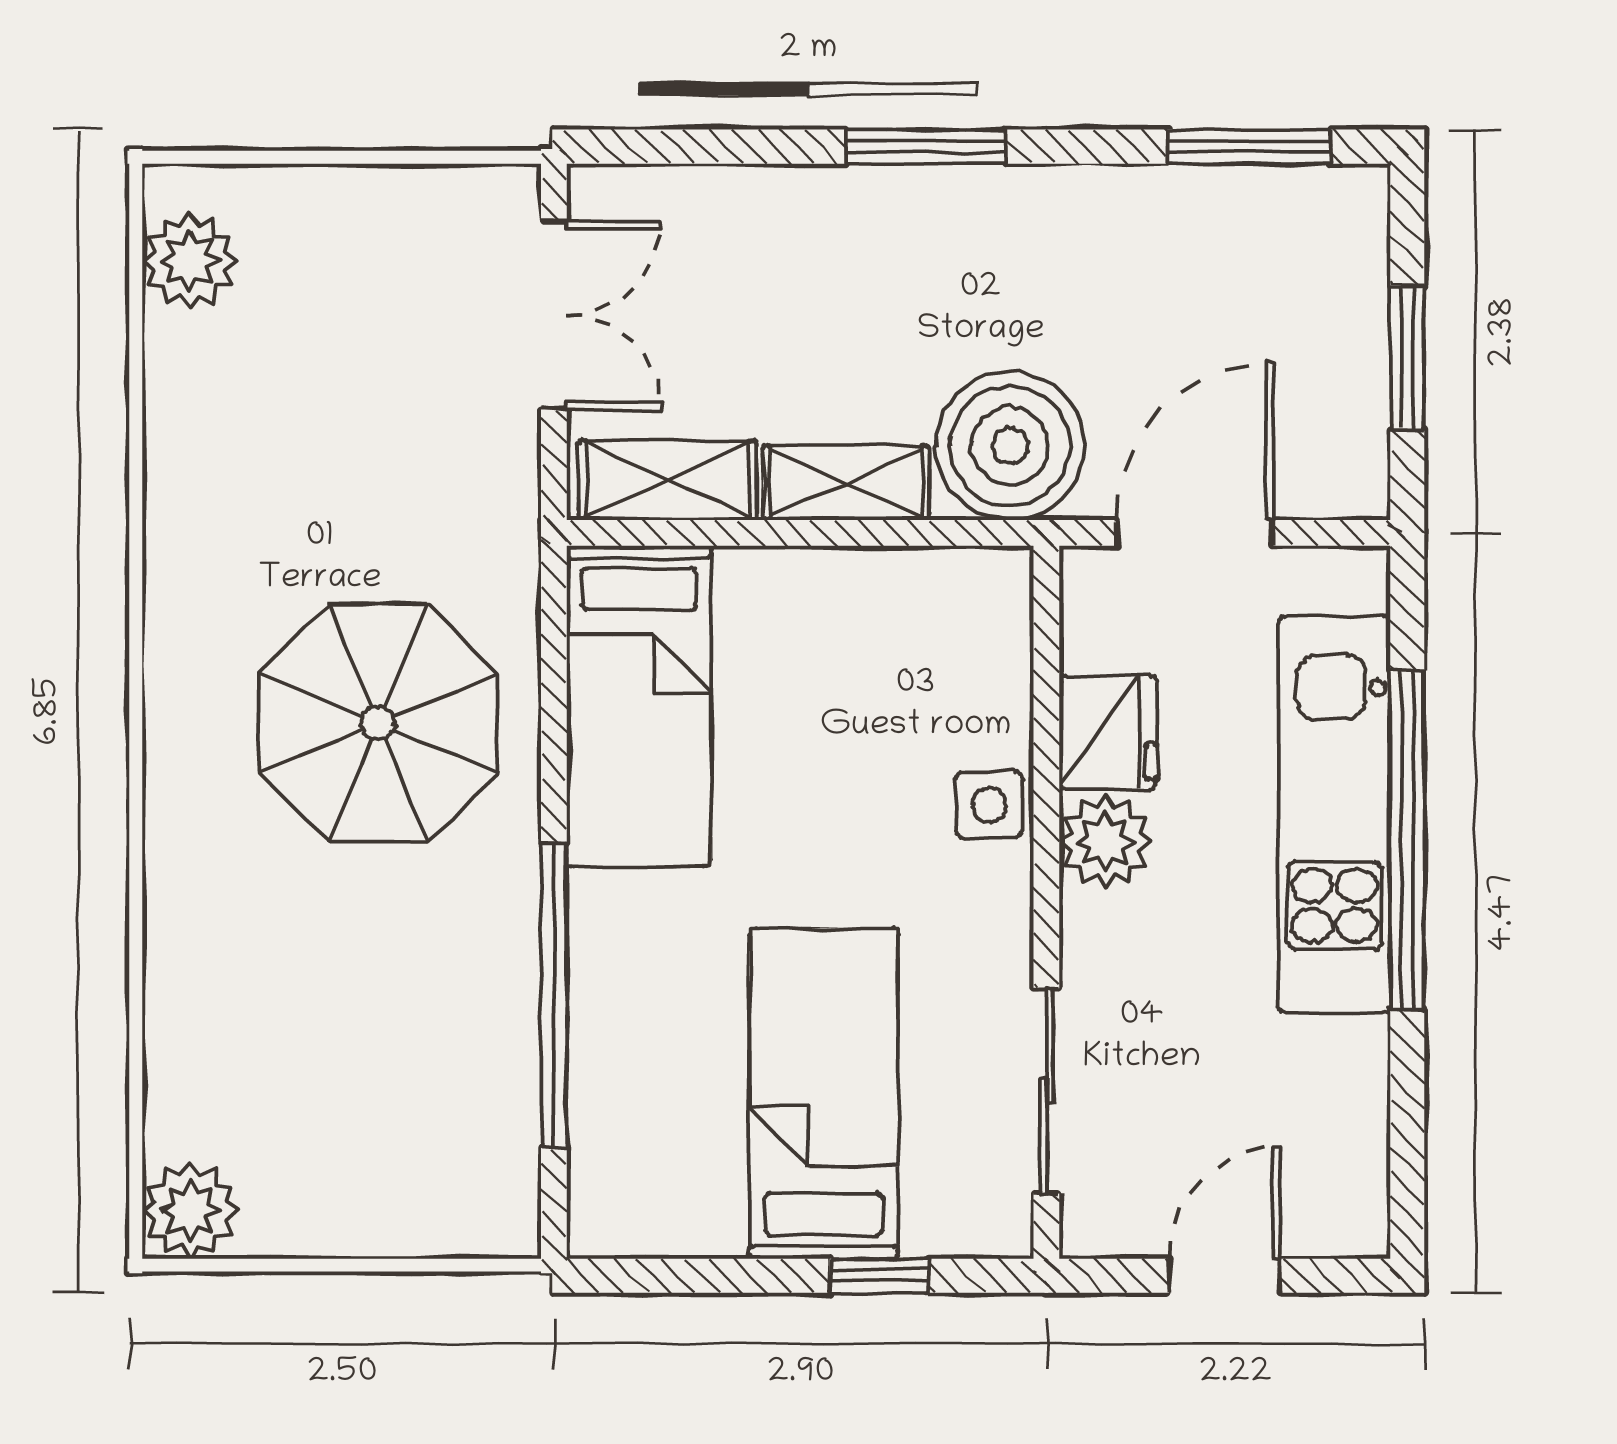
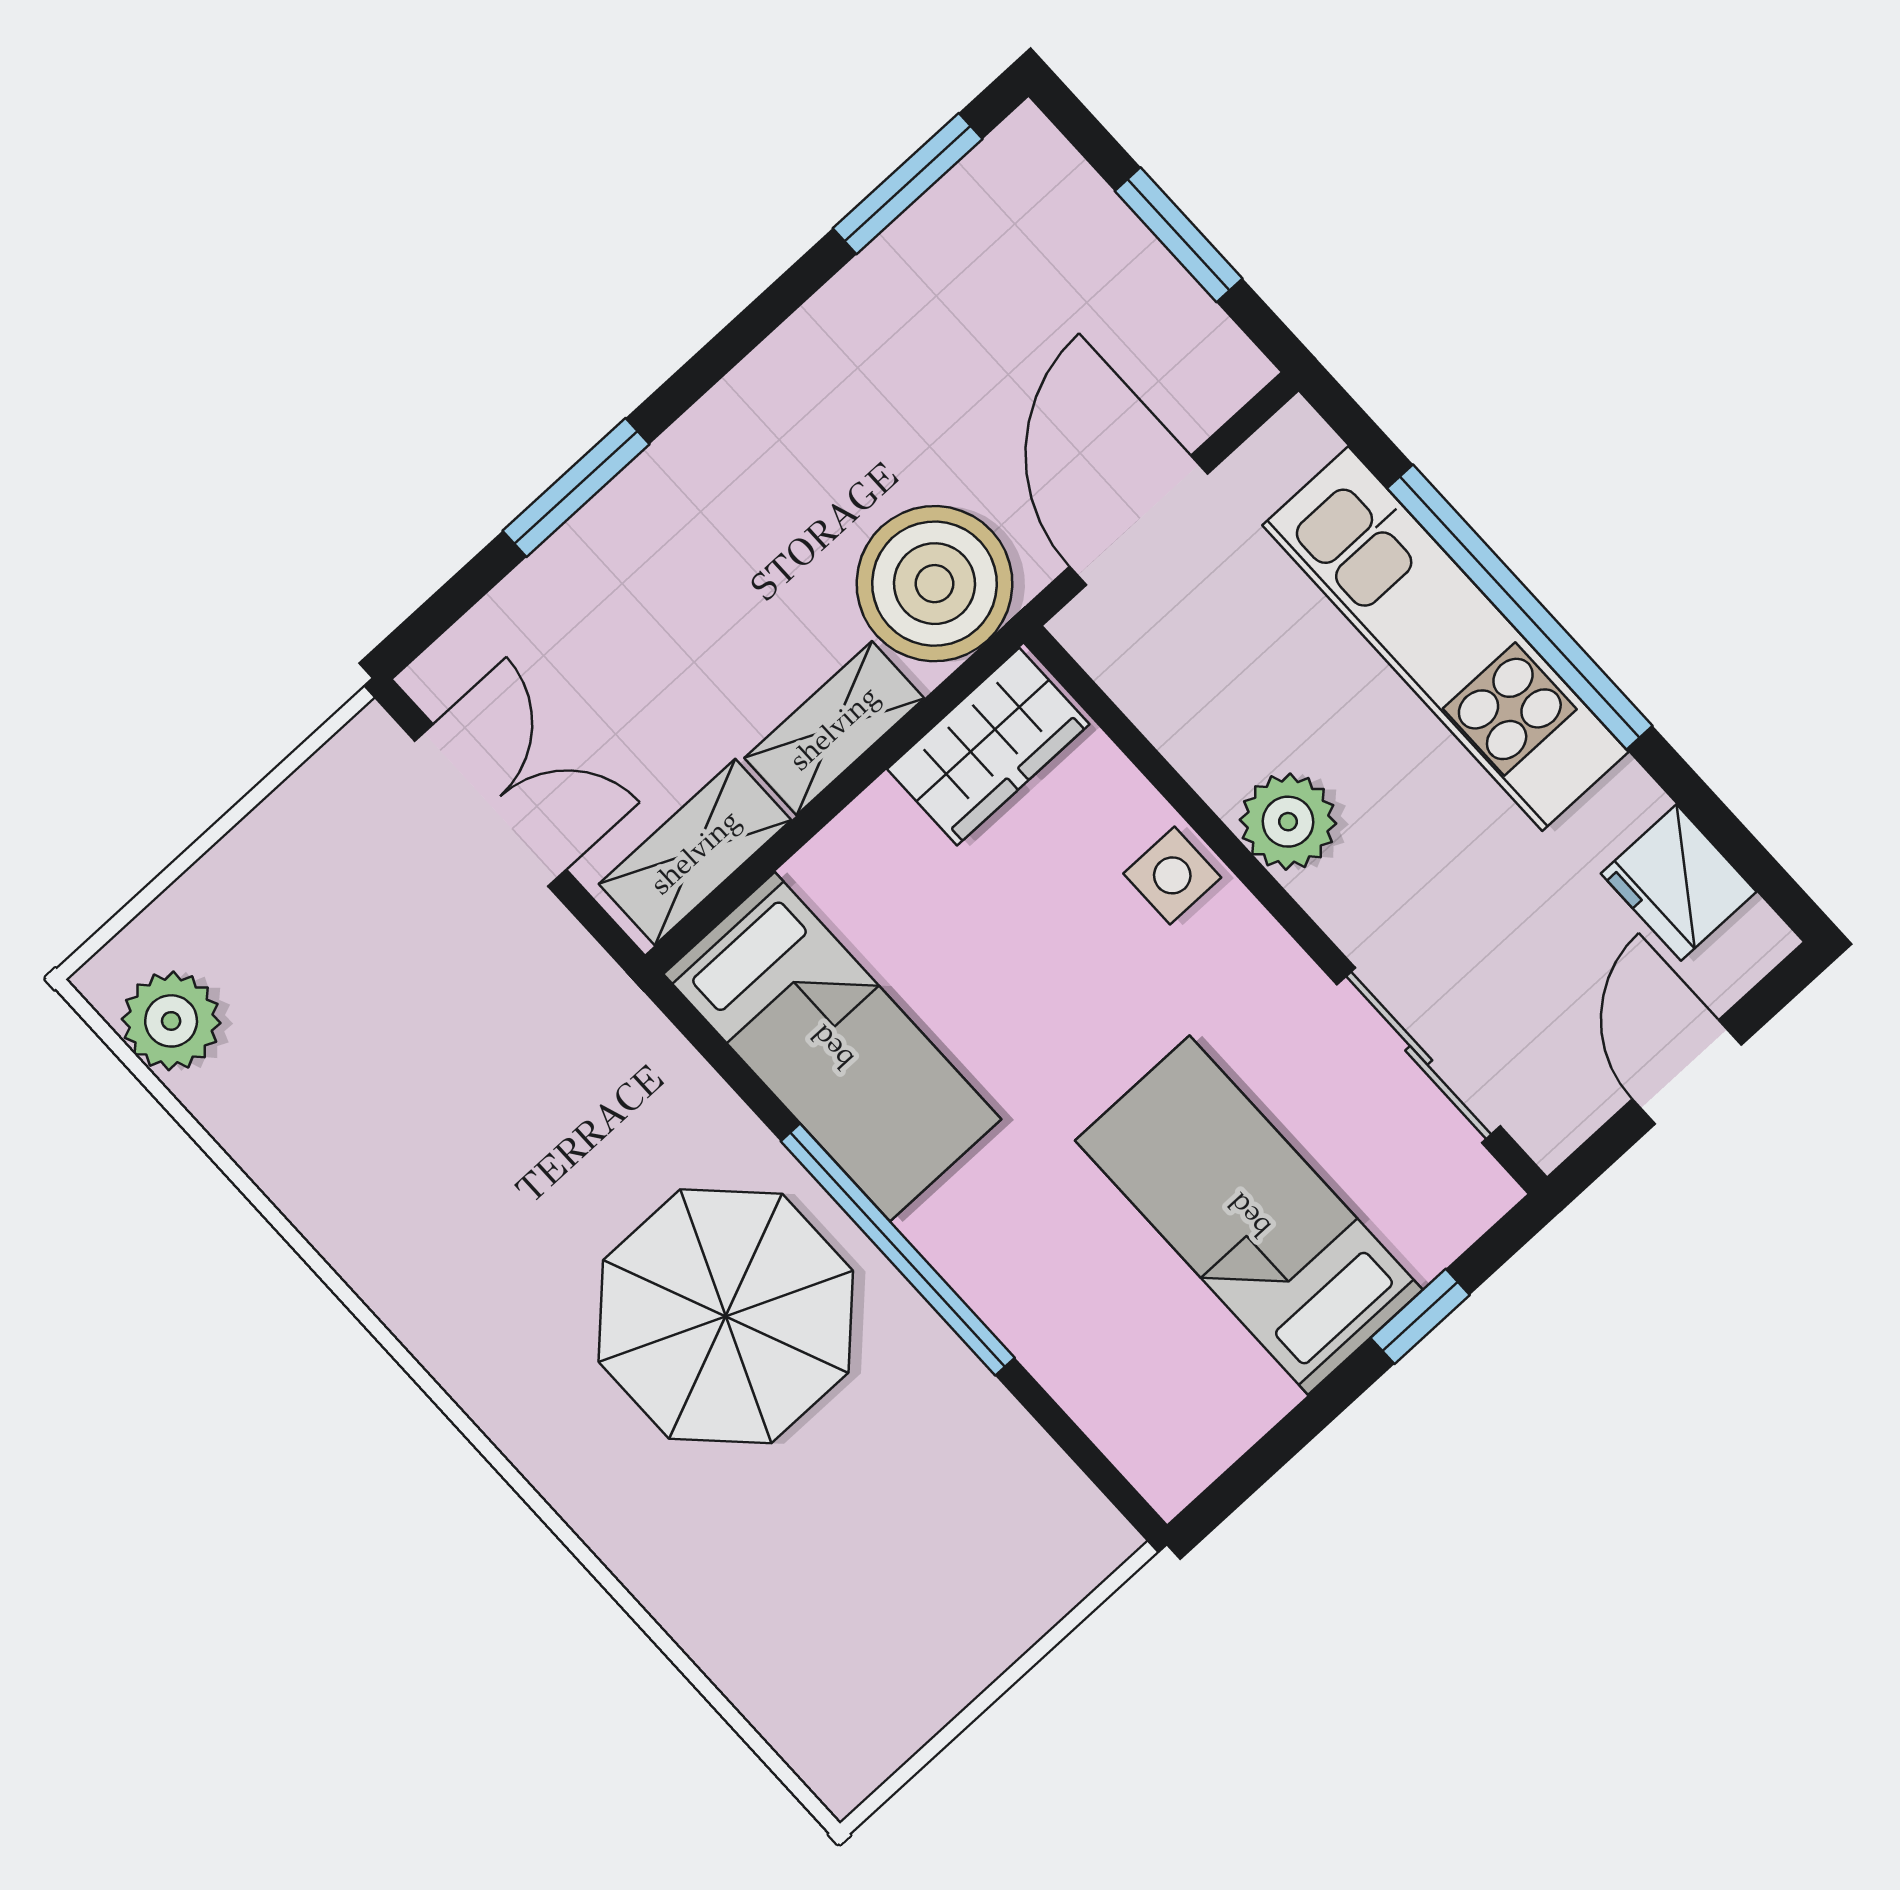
window: (926, 147) -> (576, 488), moved
wardrobe: (942, 595) -> (988, 747), added
parasol: (378, 723) -> (726, 1316), moved
fridge: (1108, 732) -> (1679, 883), moved, turned 180
window: (554, 995) -> (898, 1249), moved
plant: (190, 1211) -> (843, 1753), removed

